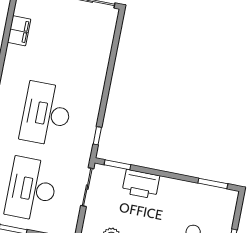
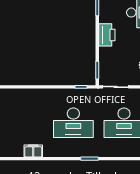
filing cabinet: (19, 31) -> (33, 151), moved
printer: (141, 184) -> (107, 35), moved

